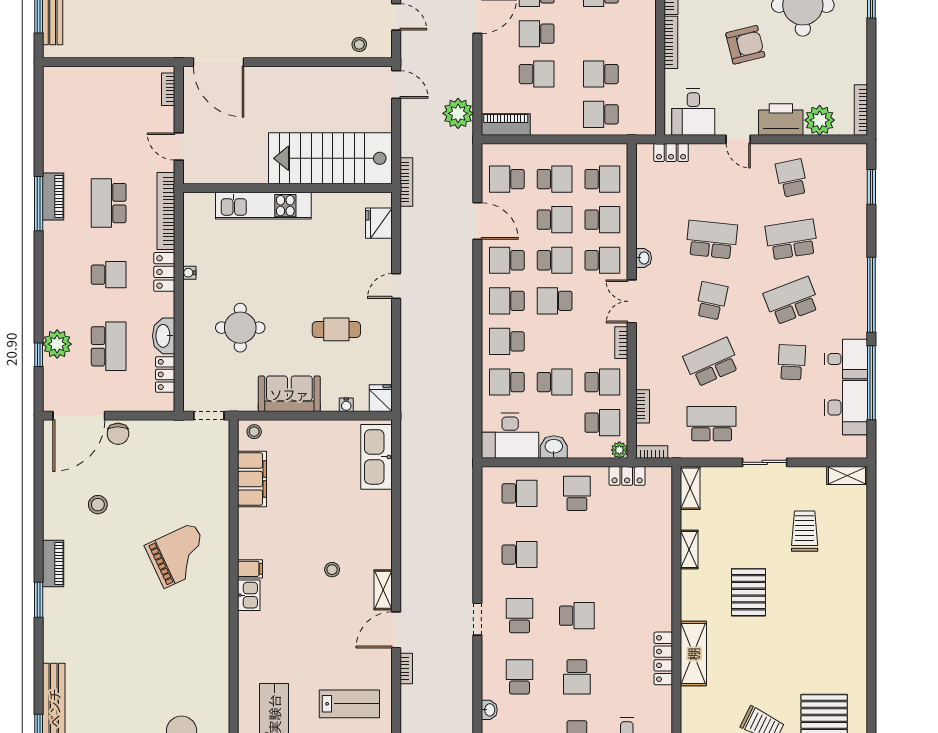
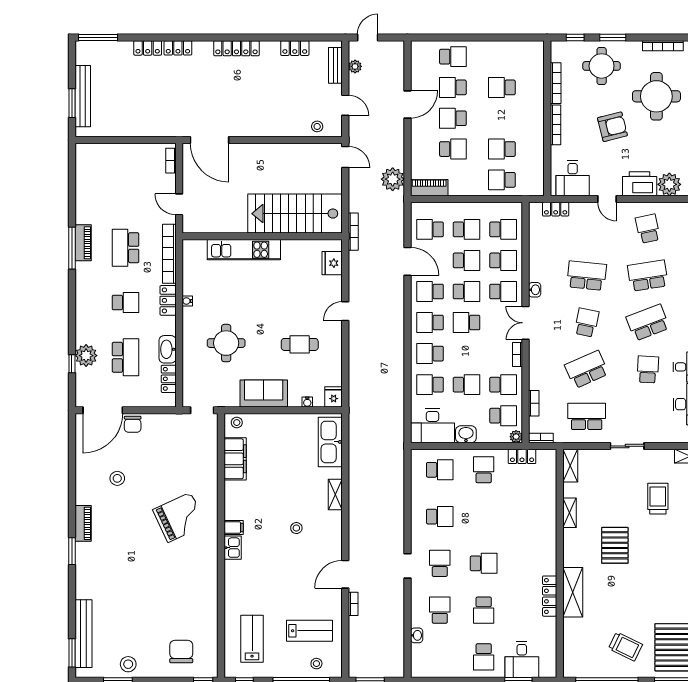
shelving: (383, 590) -> (335, 494), moved

